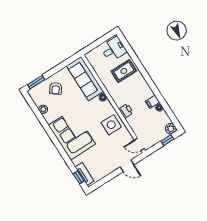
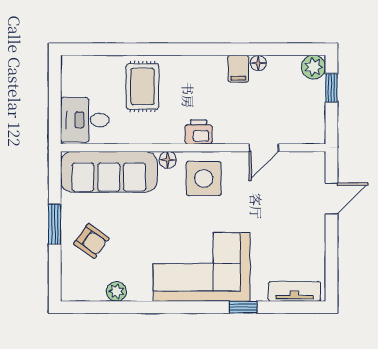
desk: (114, 49) -> (85, 120), moved, turned -90
window: (36, 82) -> (55, 224), moved
printer: (126, 111) -> (199, 132), moved
side table: (111, 125) -> (204, 179), moved
door: (139, 144) -> (264, 148), moved
window: (79, 177) -> (243, 307), moved

